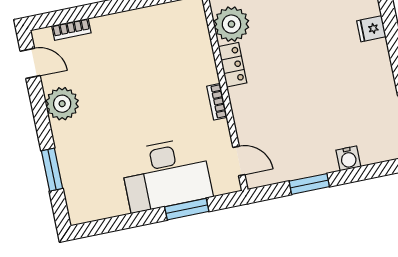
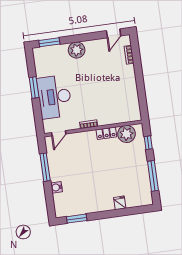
plant: (62, 104) -> (77, 50), moved
window: (52, 170) -> (49, 42), moved
window: (309, 184) -> (45, 167), width x1.44
window: (187, 209) -> (34, 87), moved

